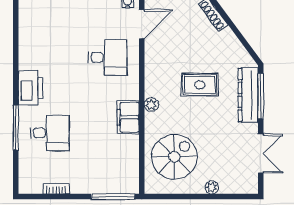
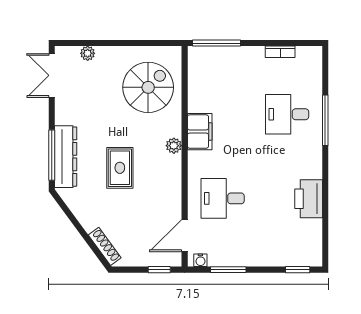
rug: (200, 85) -> (120, 168), turned 90
printer: (31, 88) -> (309, 199), moved
double door: (261, 153) -> (52, 75), moved
spiral stairs: (174, 157) -> (148, 87), turned 180
plant: (212, 187) -> (88, 53), moved

